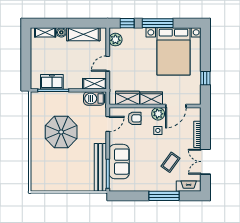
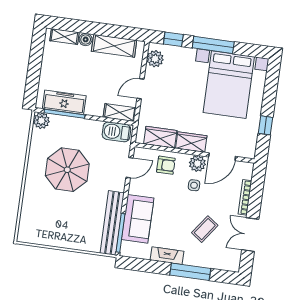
freezer: (52, 82) -> (64, 102), width x1.40
plant: (37, 98) -> (41, 121), added
fireplace: (189, 186) -> (167, 256), moved

